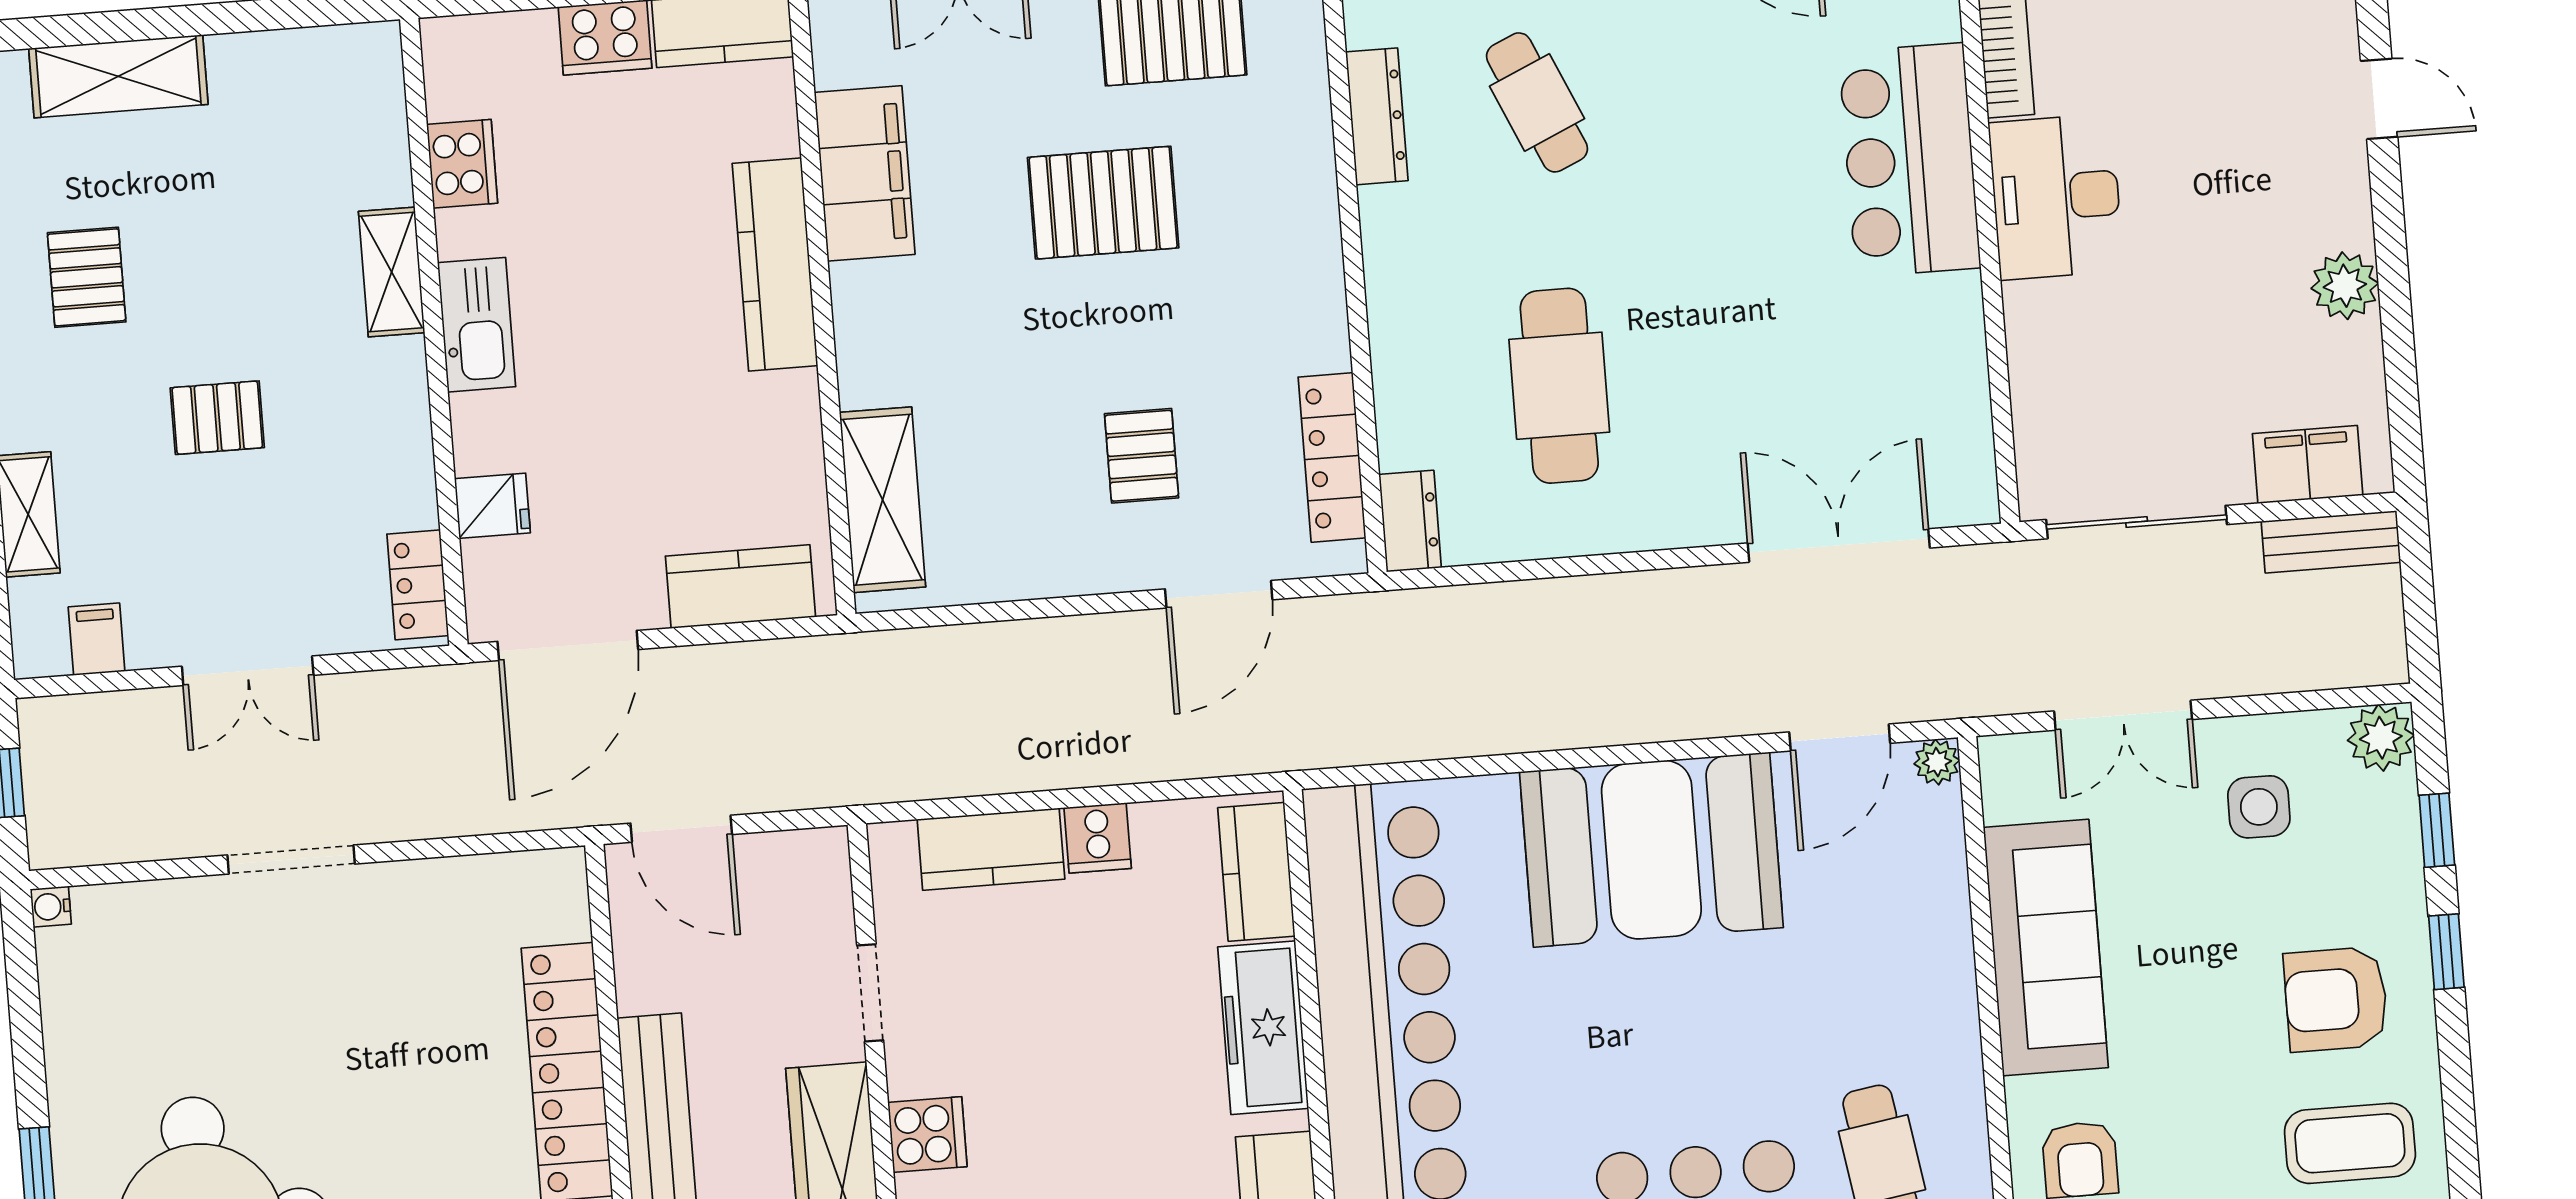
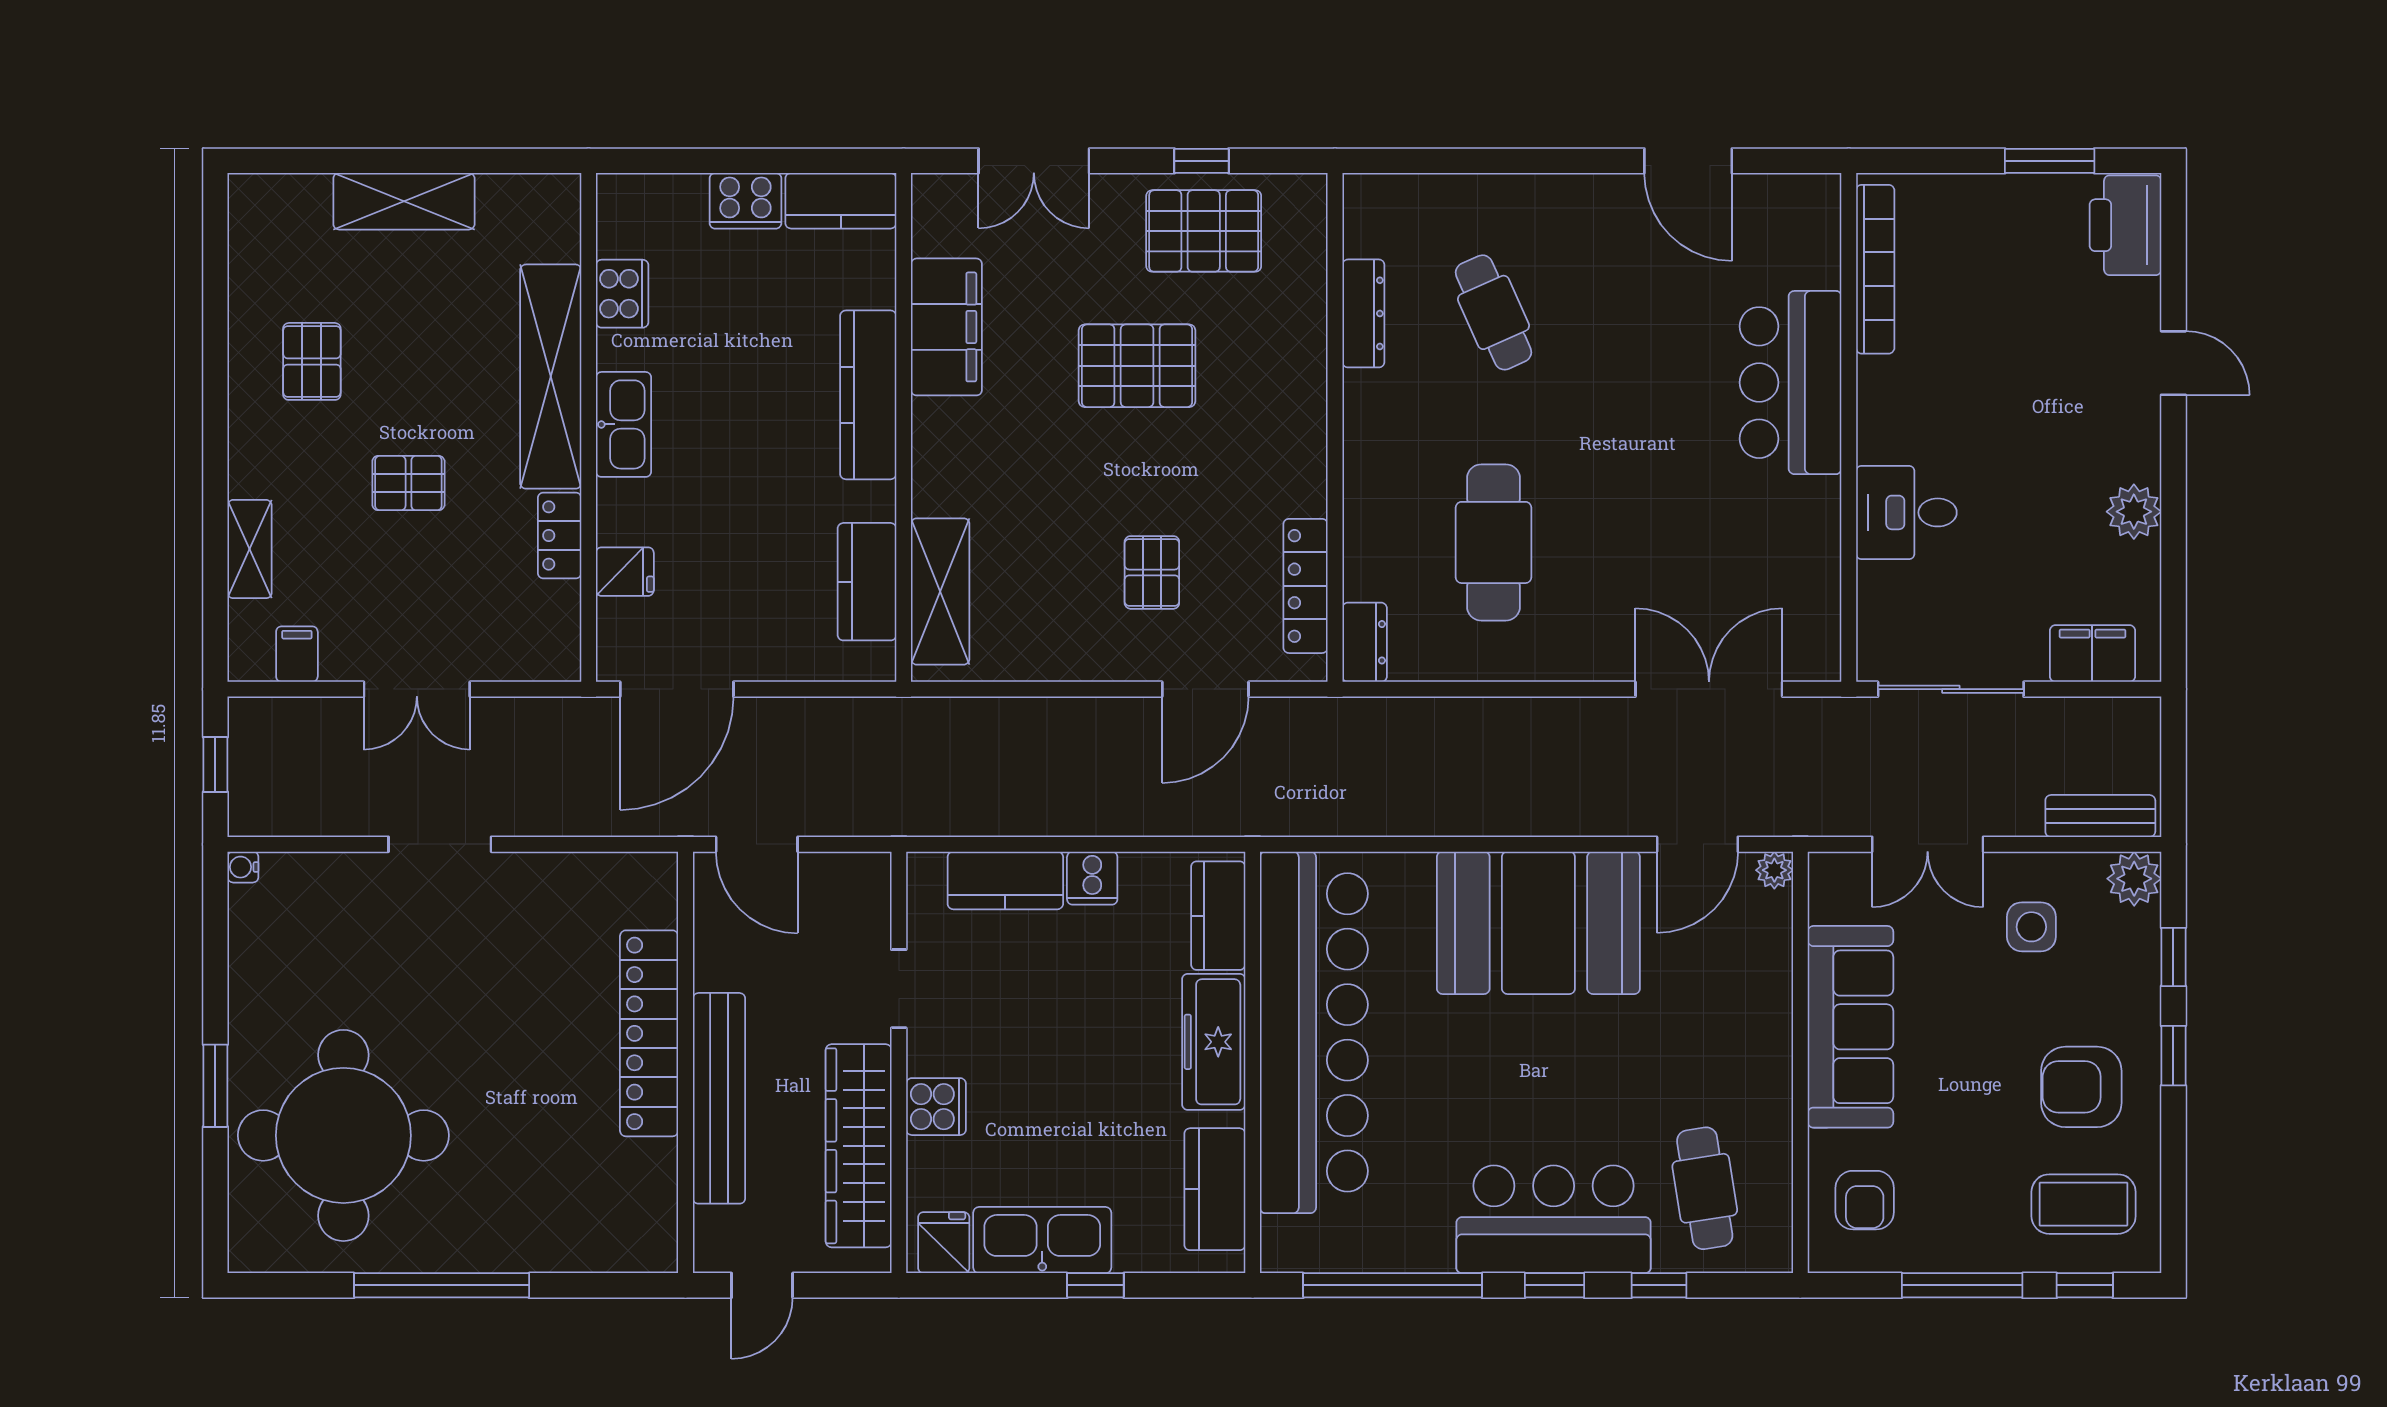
shelving: (118, 76) -> (404, 201), moved
desk: (2056, 197) -> (1906, 512), moved, width x0.73
shelving: (392, 272) -> (551, 377), width x2.20, depth x1.33
bench: (2331, 542) -> (2100, 816), moved
locker: (418, 585) -> (560, 535), moved
kitchen counter: (741, 587) -> (867, 582), moved, turned -90

